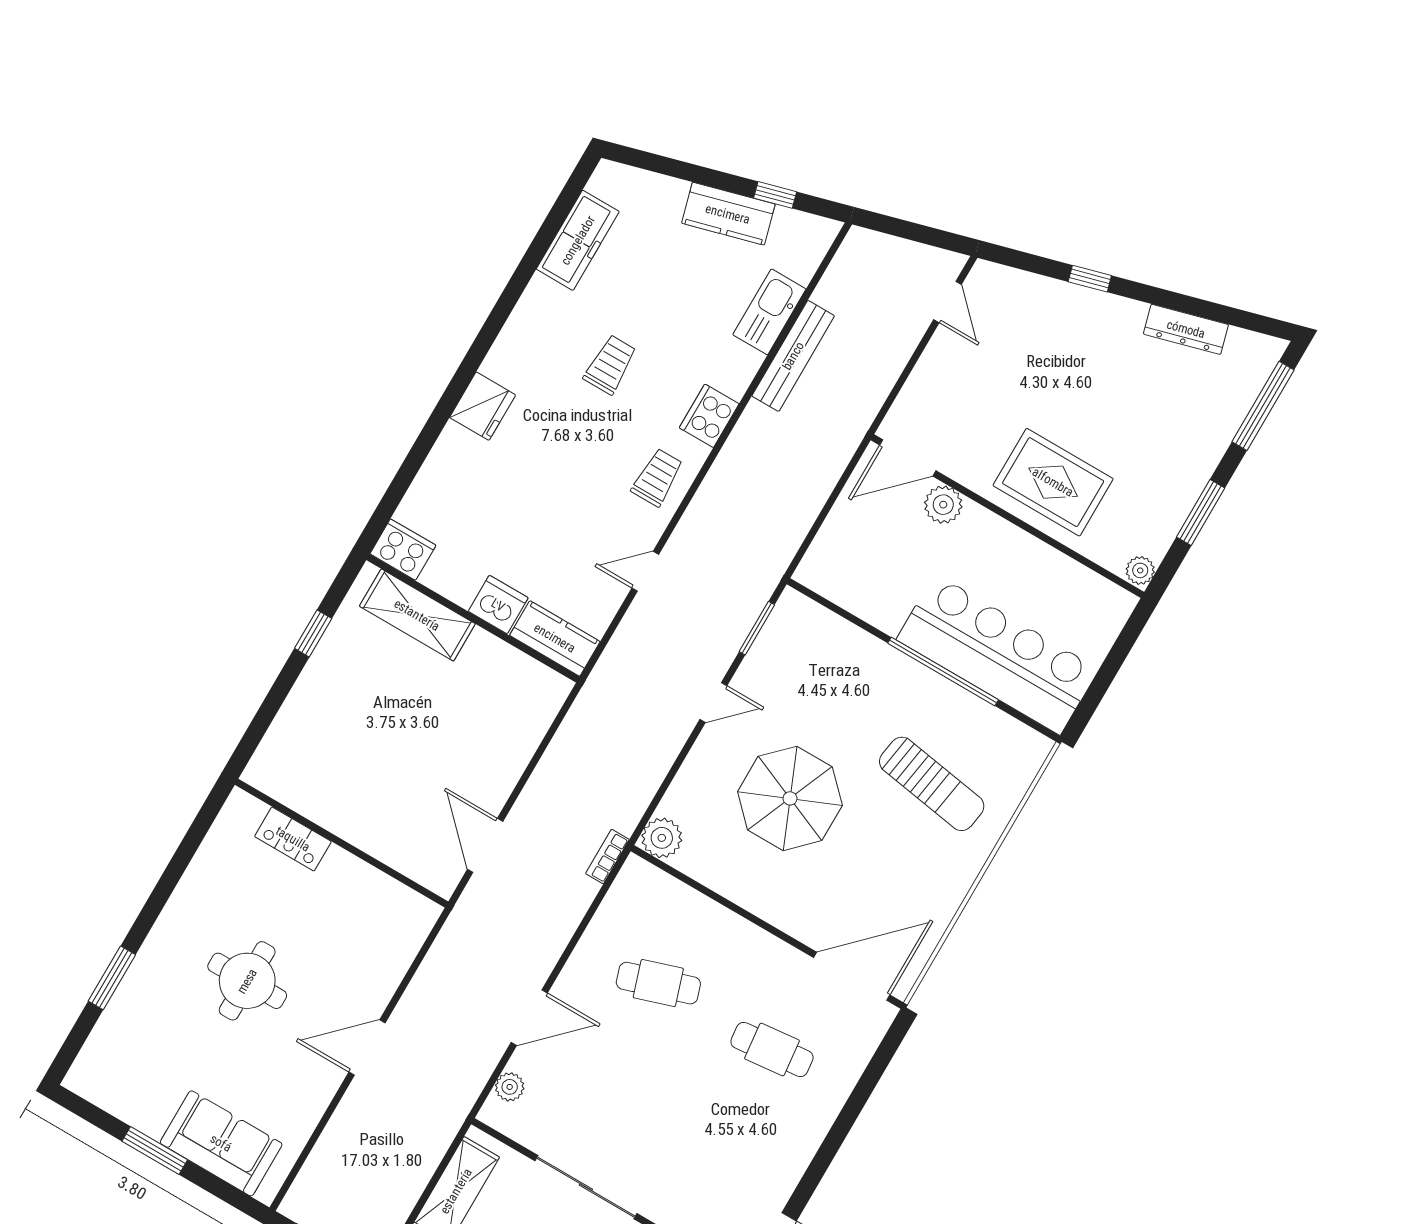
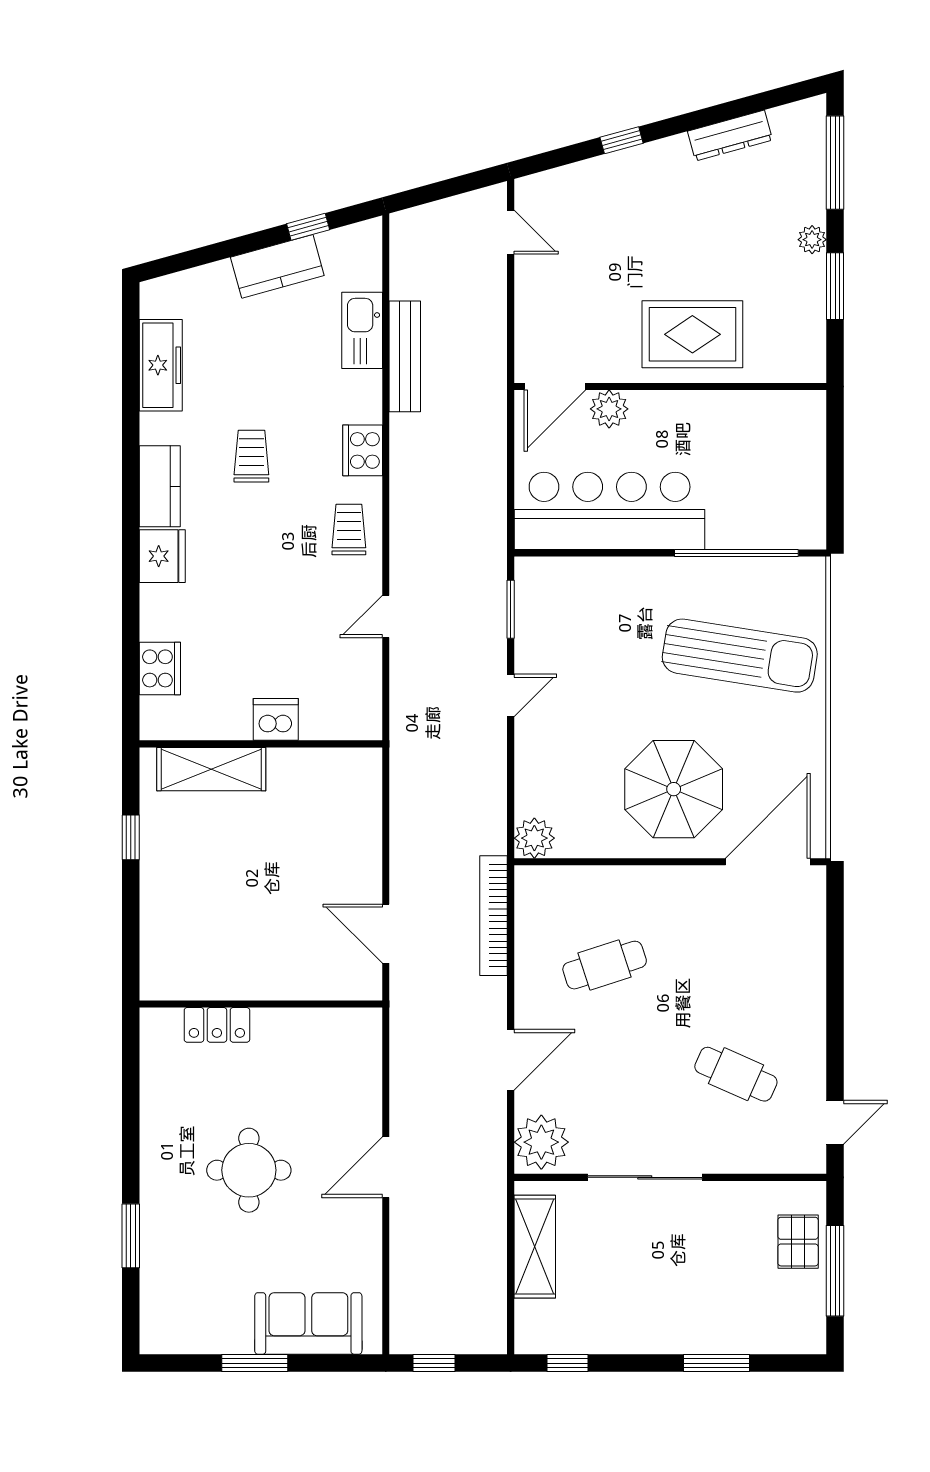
cooker: (403, 550) -> (160, 668), moved, turned 90
plant: (1140, 570) -> (812, 240), moved
kitchen counter: (555, 638) -> (160, 486), moved, turned 90
bar counter: (997, 654) -> (610, 511), moved
window: (943, 672) -> (736, 553), moved
sun lounger: (932, 784) -> (740, 656), width x1.36, depth x1.34
parasol: (790, 798) -> (674, 789), moved
bookcase: (607, 856) -> (494, 916), width x2.31, depth x1.31
cafe table: (772, 1049) -> (736, 1074), moved, turned 30
plant: (510, 1087) -> (541, 1142), width x1.88, depth x1.88

